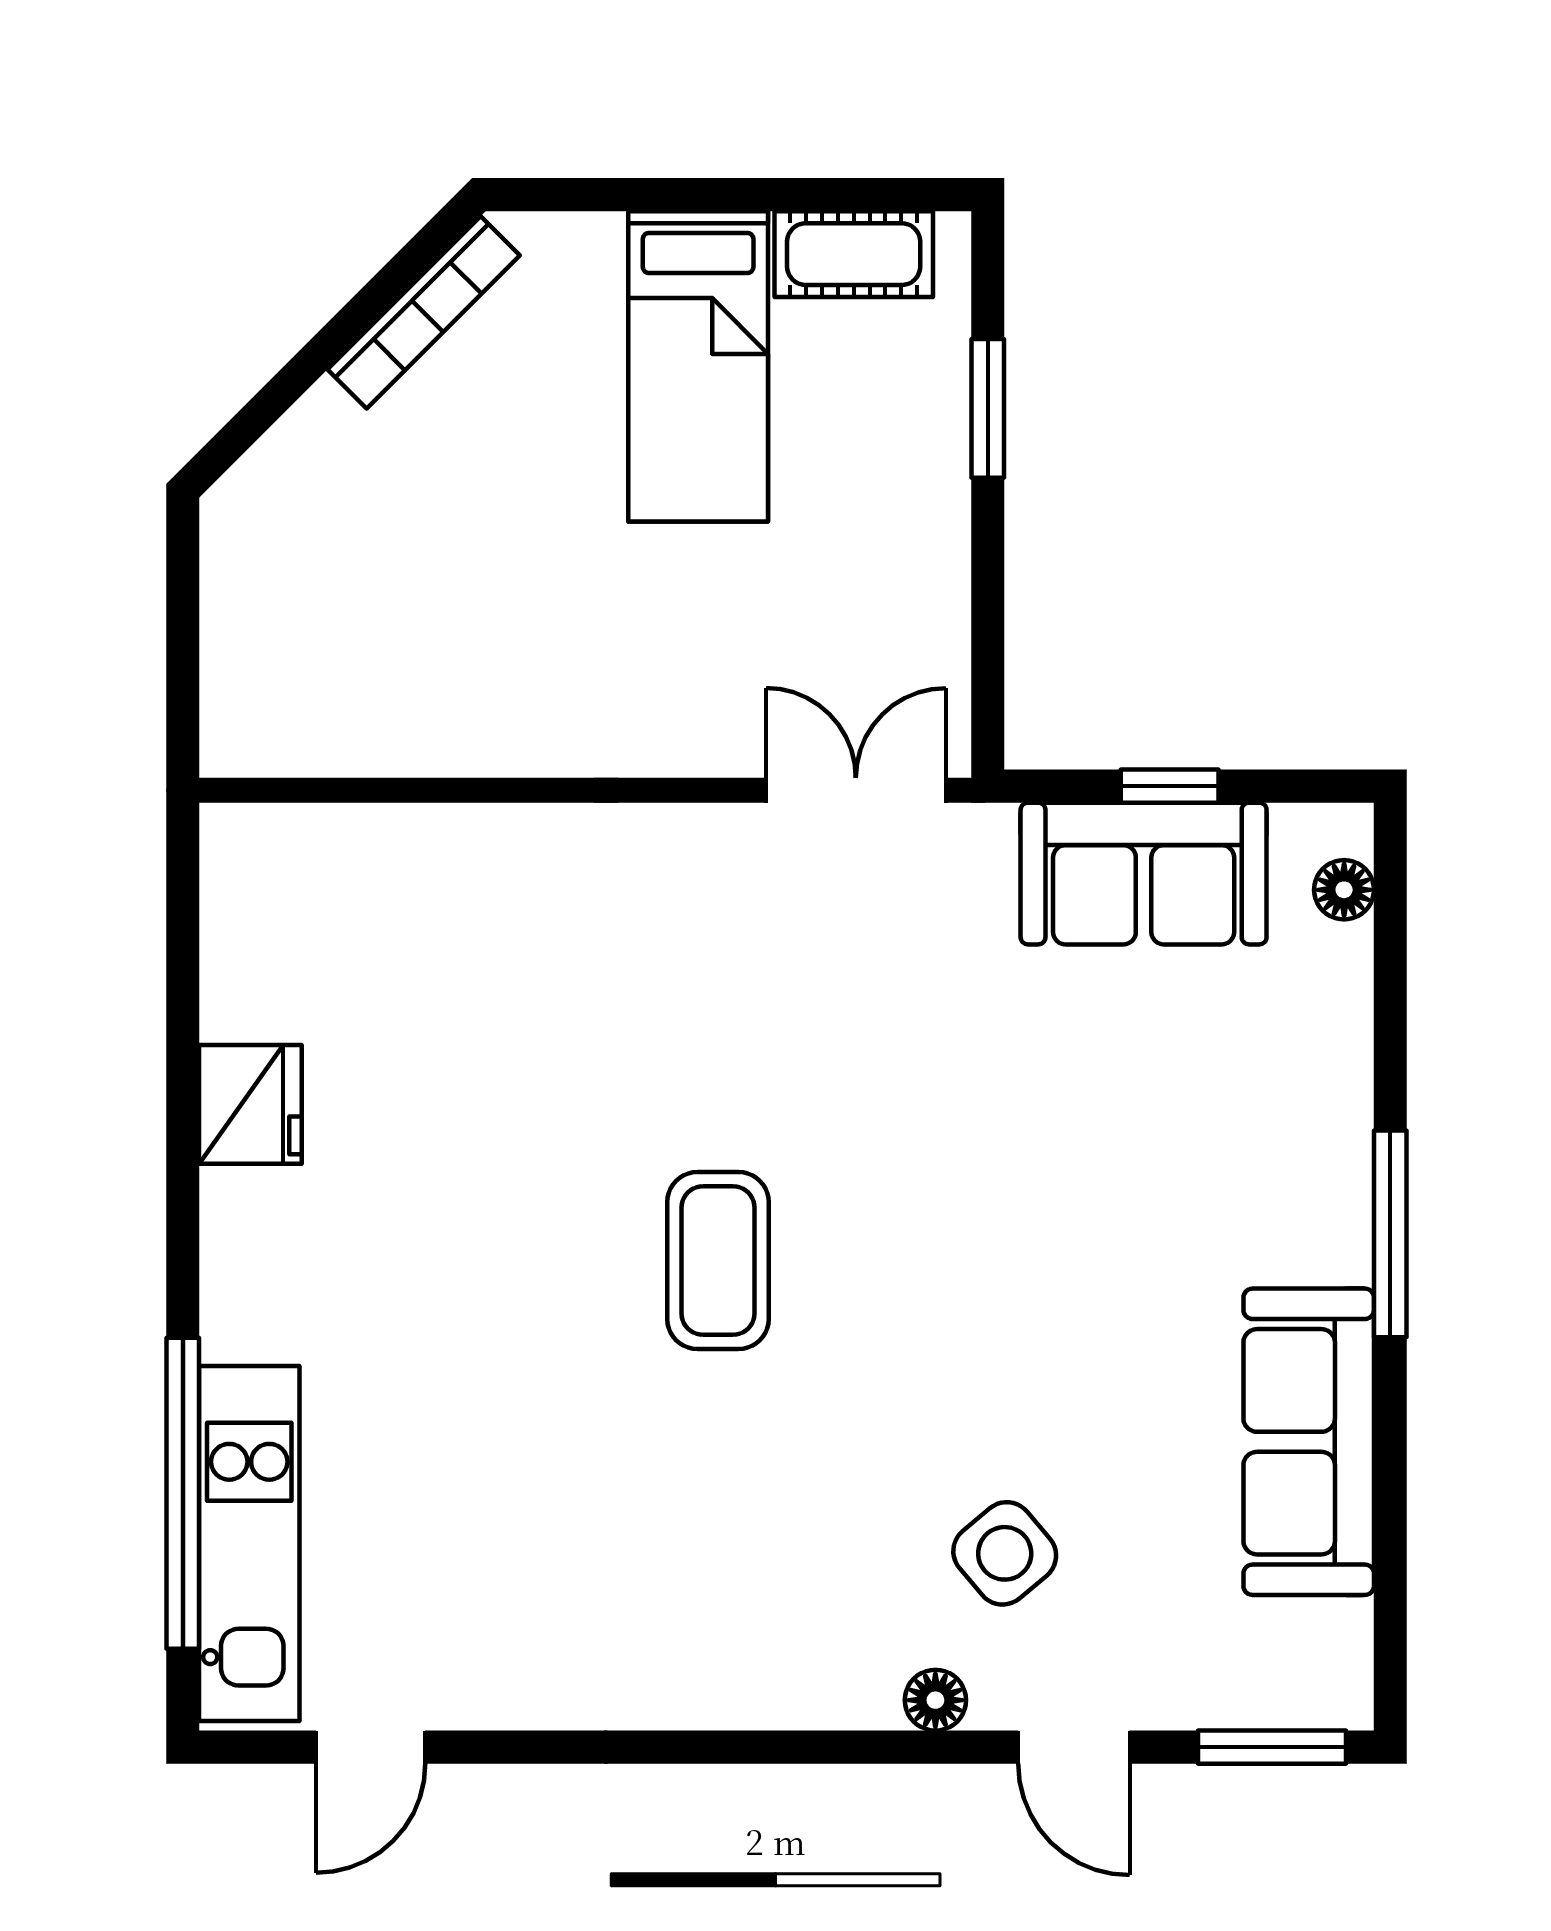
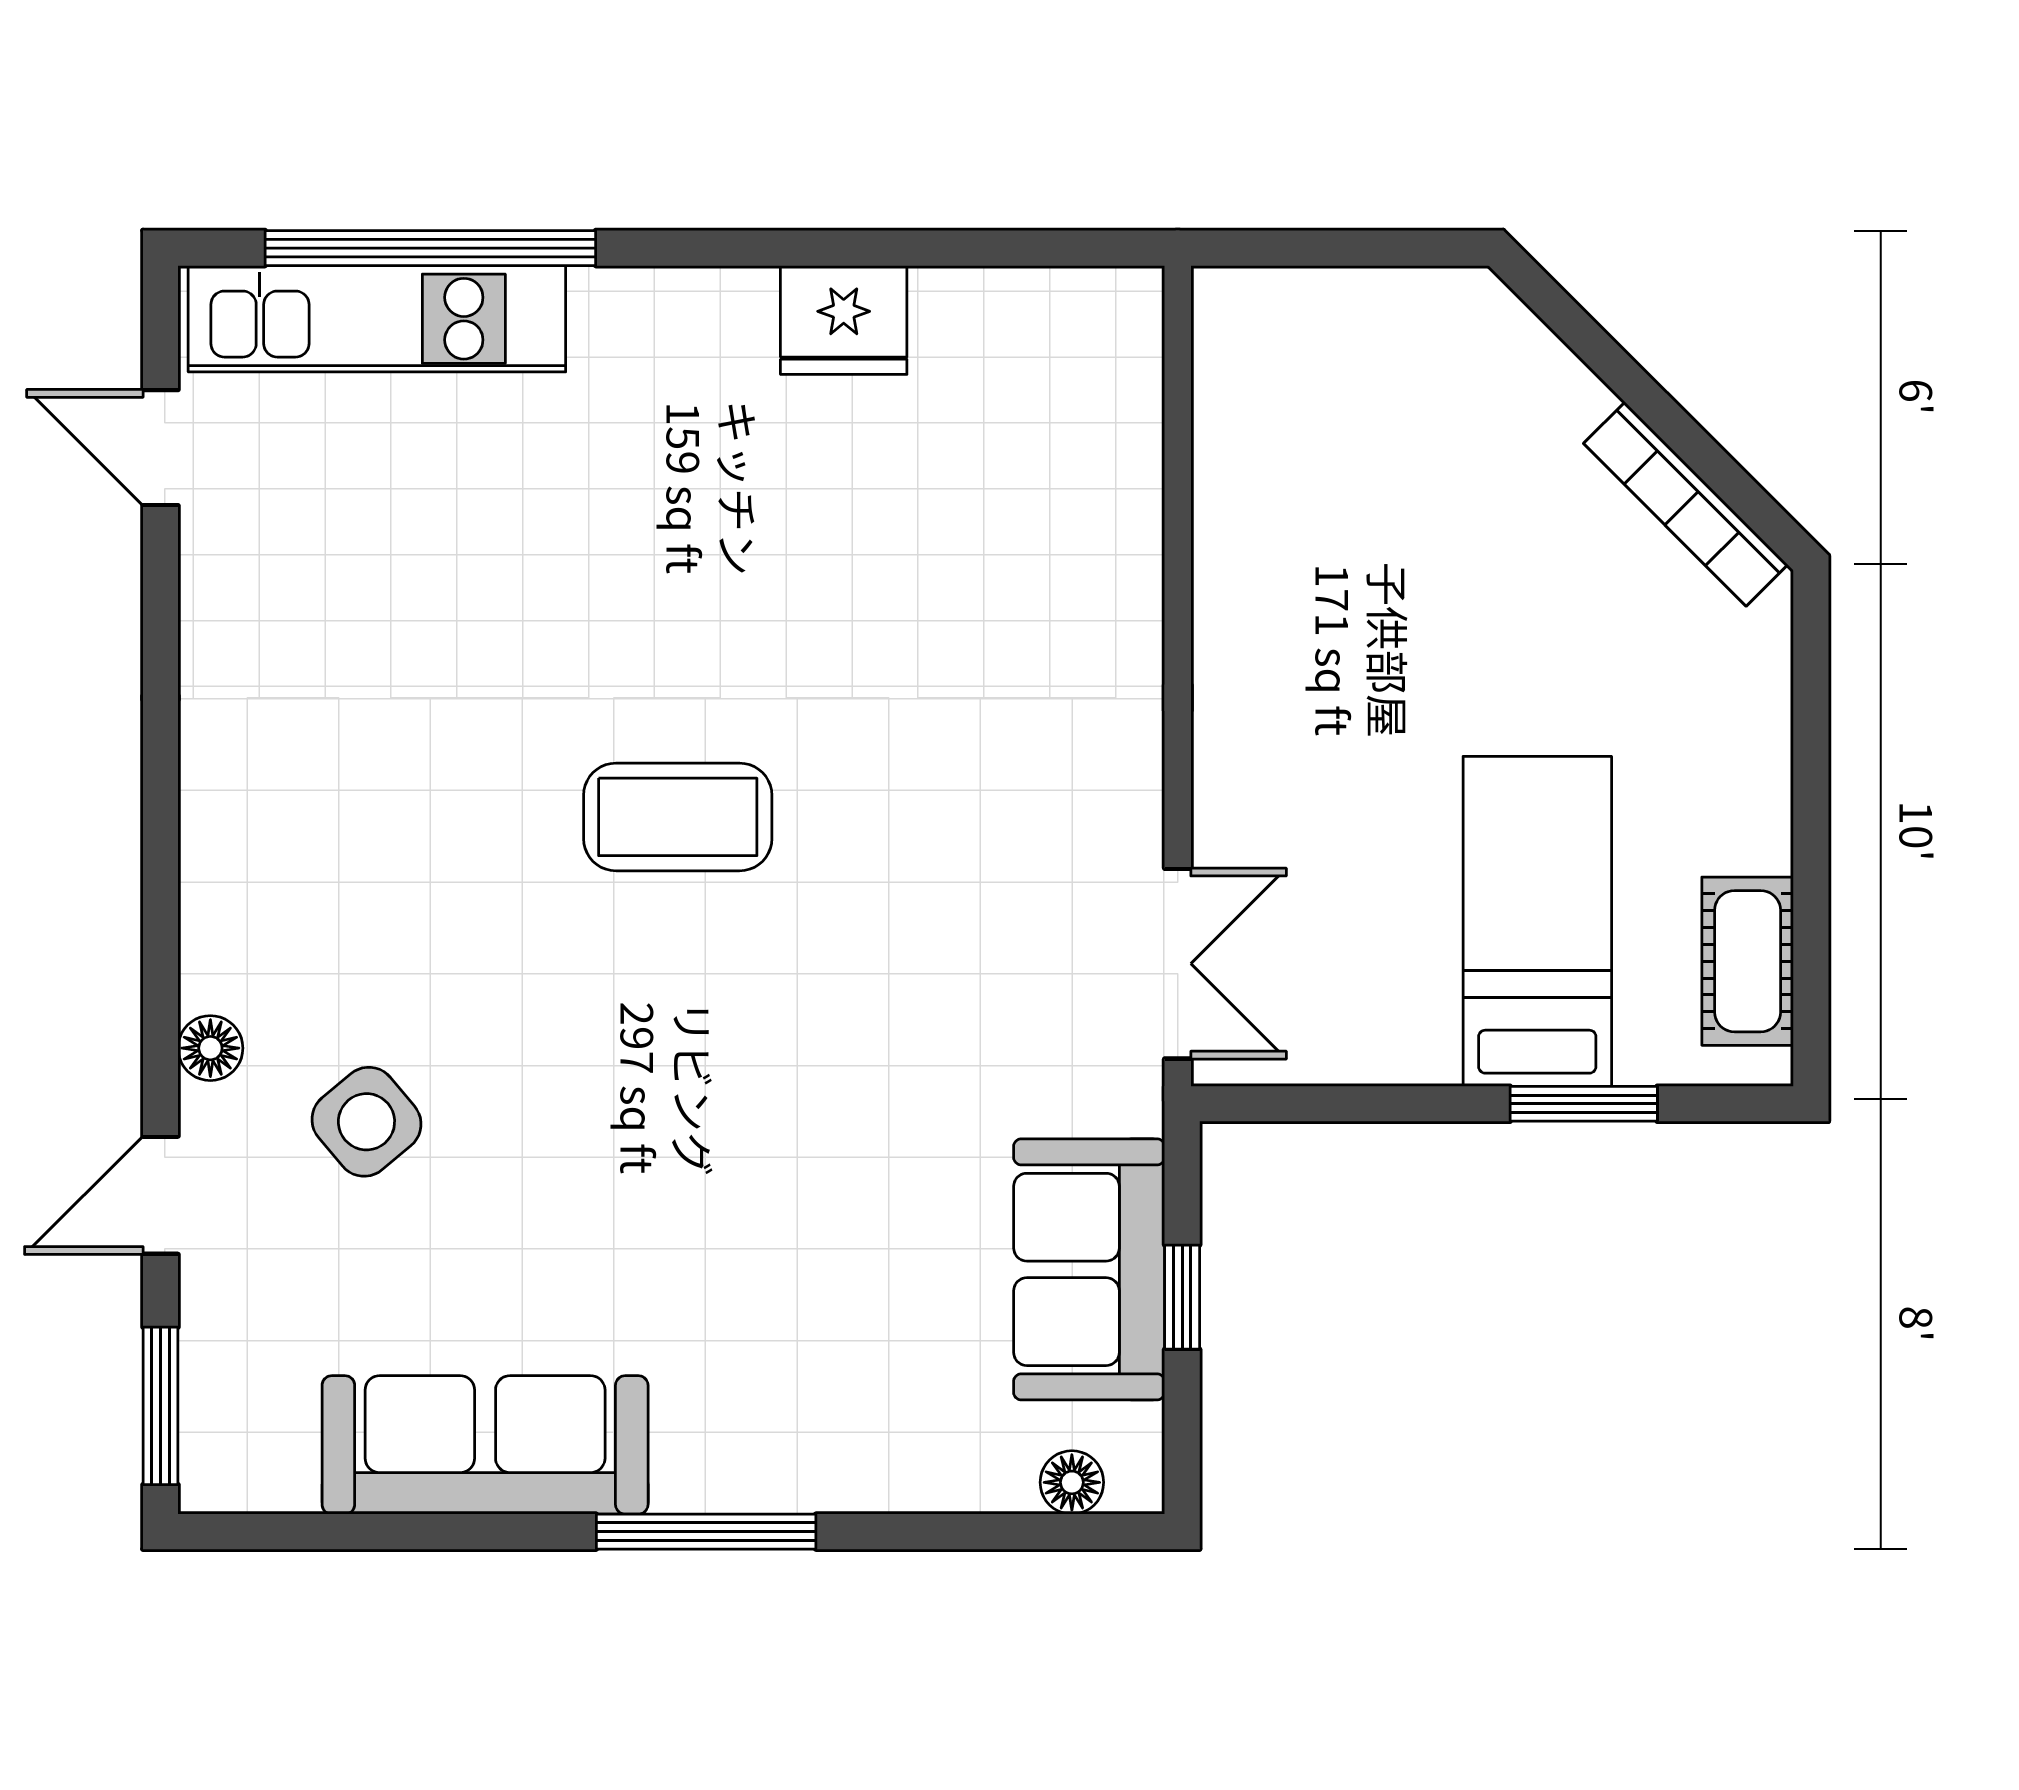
bed: (698, 366) -> (1537, 921), moved, turned 90

